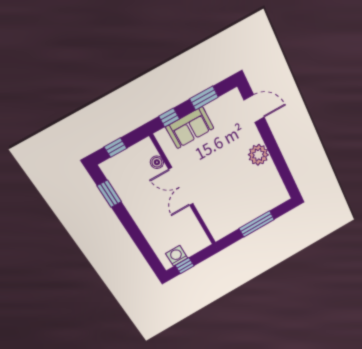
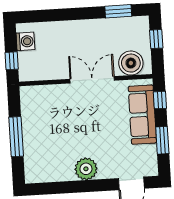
sofa: (190, 128) -> (142, 115), width x1.36
boiler: (157, 162) -> (131, 63), width x1.86, depth x1.86
window: (185, 266) -> (12, 61), moved

